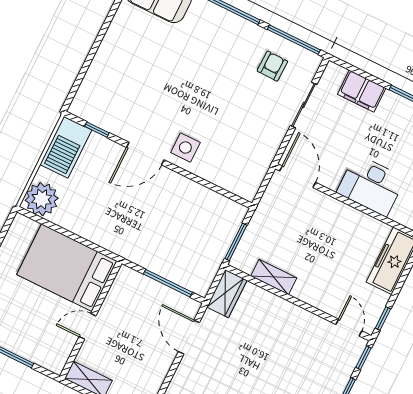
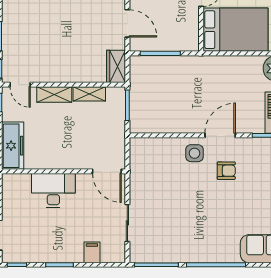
armchair: (272, 66) -> (226, 171), moved, turned -91
filing cabinet: (362, 91) -> (92, 252), width x0.50
shelving: (315, 297) -> (54, 94), added

